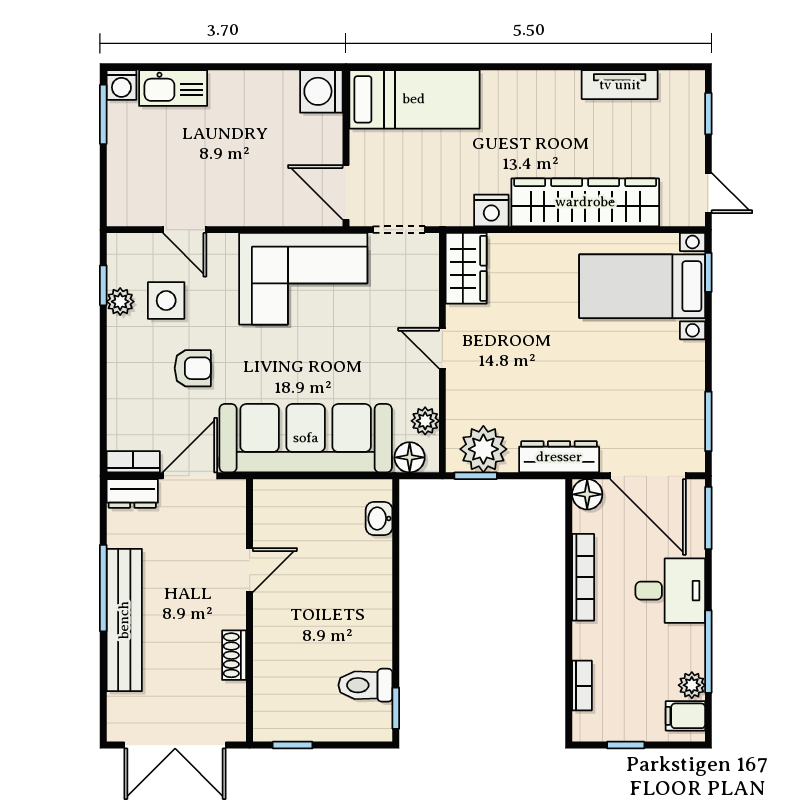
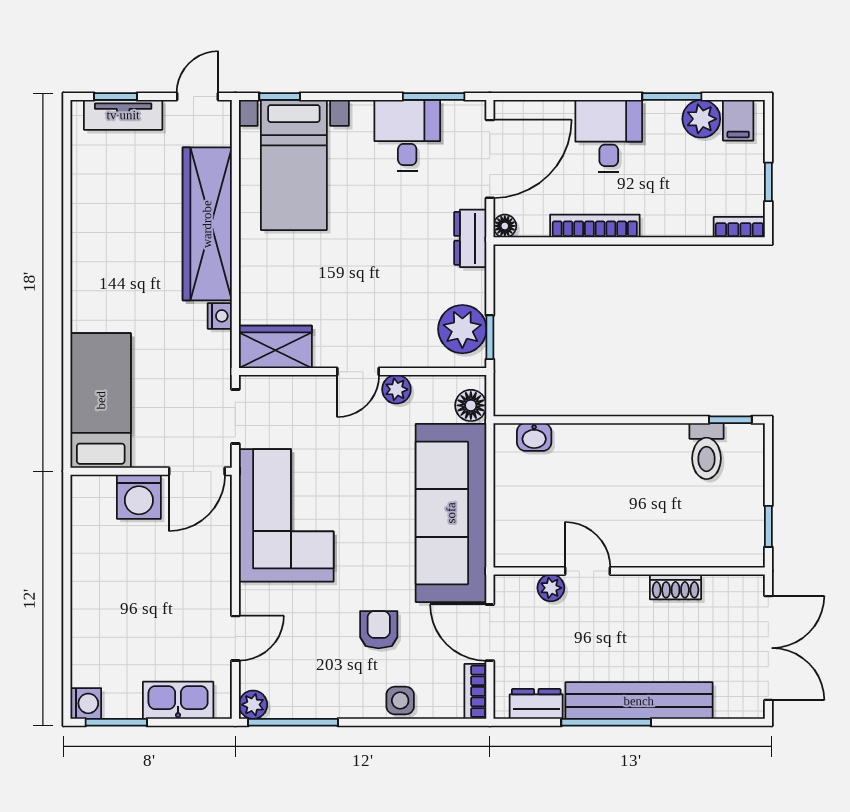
tv unit: (620, 85) -> (123, 115), moved, turned 90
kitchen sink: (173, 88) -> (178, 700), moved, turned -90
washing machine: (321, 91) -> (139, 497), moved
nightstand: (491, 210) -> (220, 316), width x0.72, depth x0.74
window: (103, 285) -> (293, 722), width x2.17
side table: (166, 301) -> (400, 701), moved, width x0.73, depth x0.73
plant: (120, 302) -> (253, 705), moved
desk: (671, 396) -> (407, 135), added
plant: (425, 421) -> (396, 389), moved
dresser: (559, 457) -> (470, 238), width x0.70
dresser: (132, 494) -> (536, 704), moved, turned -90
floor lamp: (587, 494) -> (505, 226), width x0.73, depth x0.73
window: (708, 518) -> (534, 96), removed
plant: (233, 535) -> (551, 588), added
window: (708, 652) -> (672, 96), width x0.69
plant: (692, 685) -> (701, 119), width x1.38, depth x1.38
bookcase: (582, 686) -> (739, 227), moved

